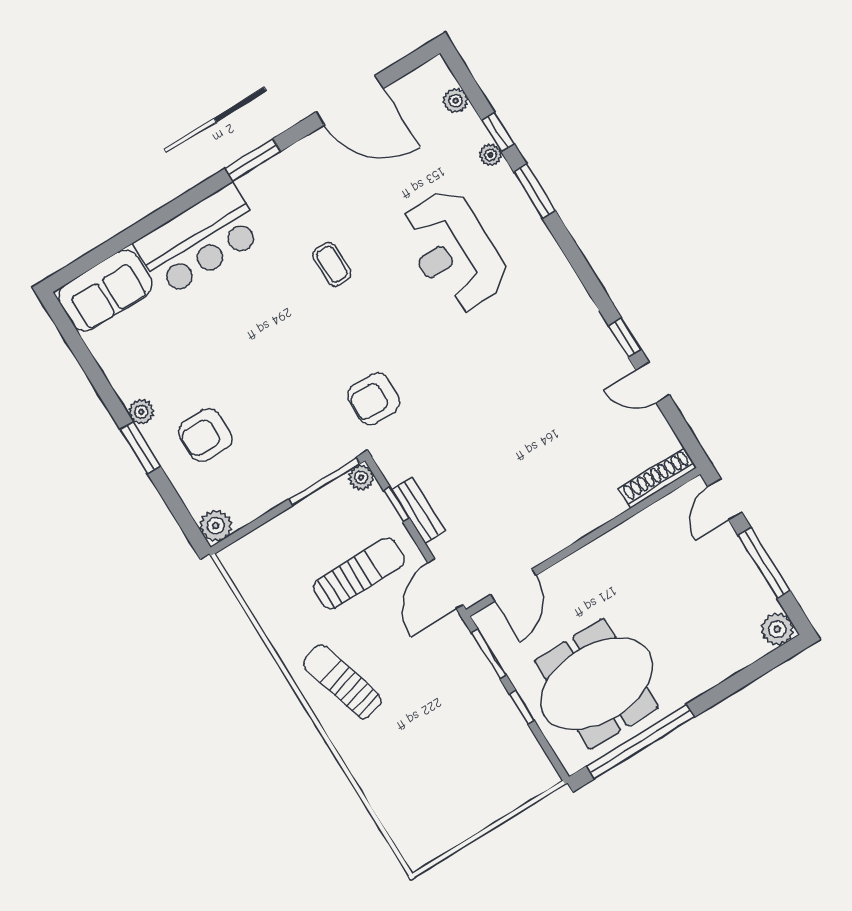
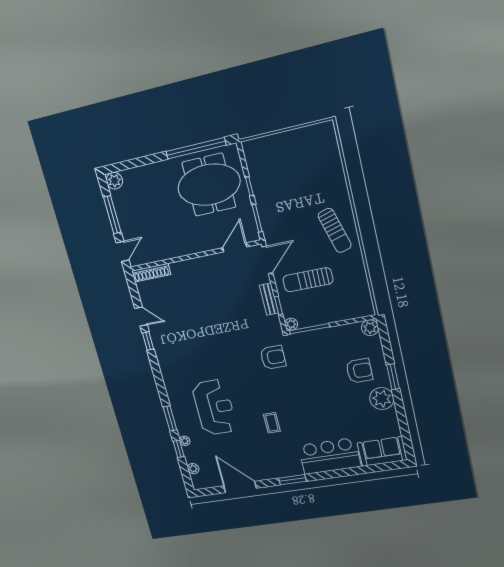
plant: (141, 412) -> (382, 399), width x1.88, depth x1.88

